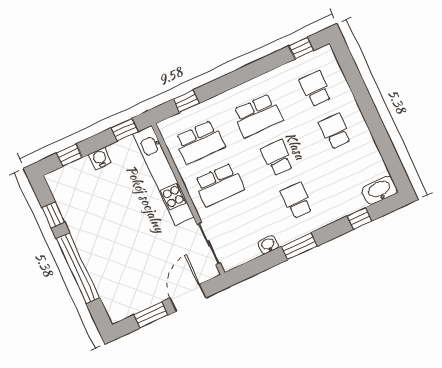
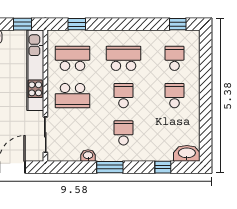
school desk: (258, 115) -> (123, 58), turned 180
school desk: (200, 142) -> (73, 58), turned 180

